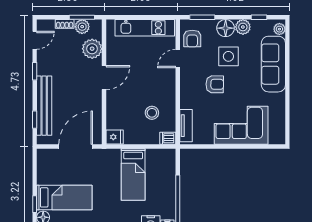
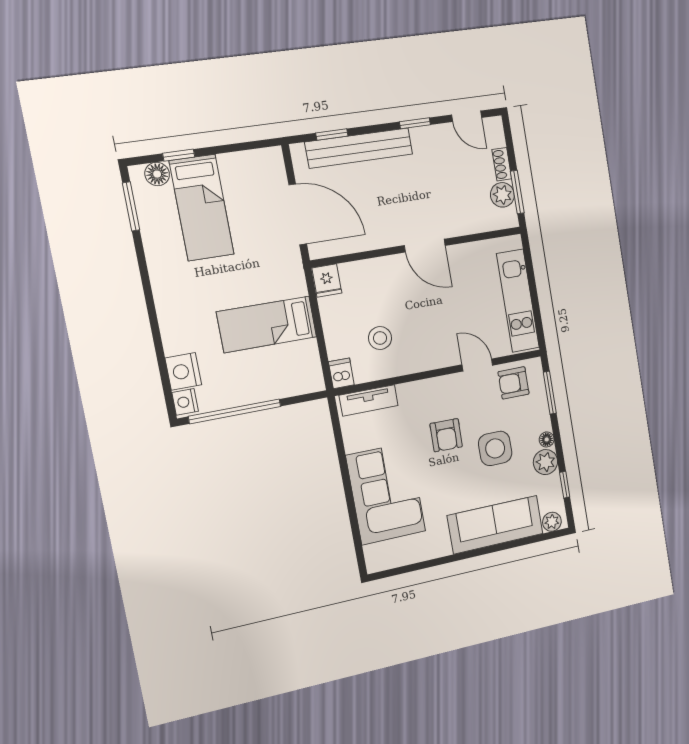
floor lamp: (226, 28) -> (547, 439), width x0.53, depth x0.53
plant: (92, 49) -> (469, 217), removed

